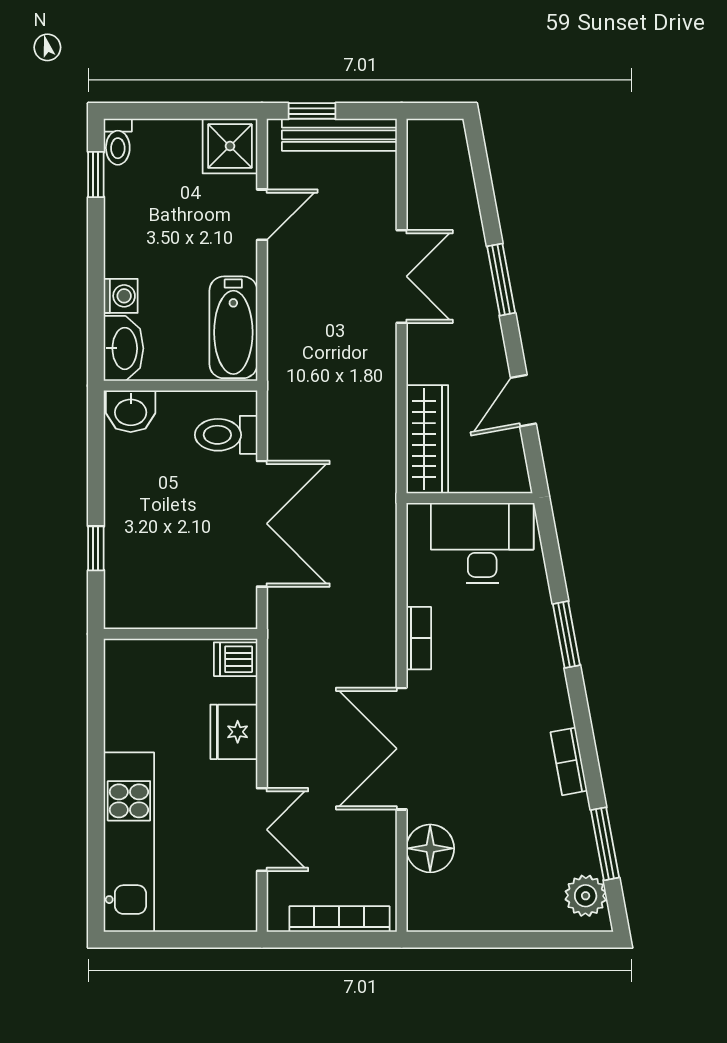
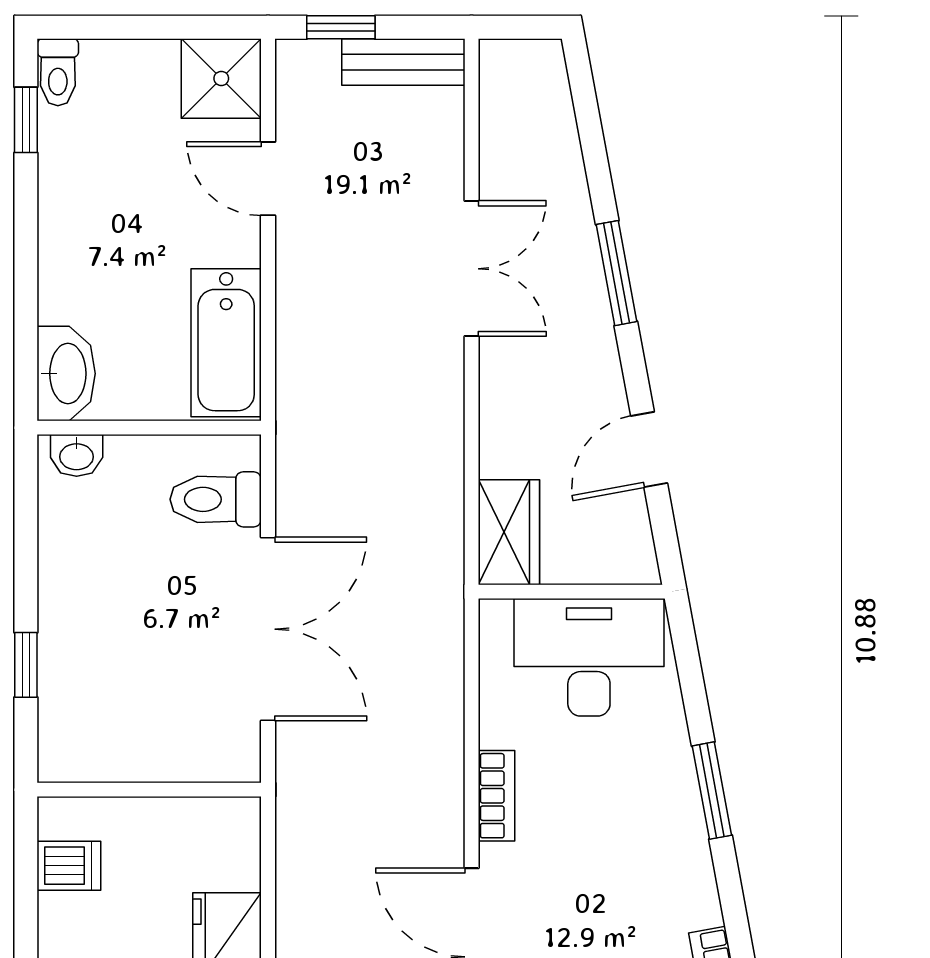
bench: (339, 135) -> (403, 62), width x0.73
door: (262, 215) -> (268, 179), swing flipped
washing machine: (121, 296) -> (62, 297), removed
washbasin: (131, 411) -> (77, 455), width x0.72, depth x0.69
wardrobe: (427, 439) -> (509, 532), width x0.67
dishwasher: (236, 659) -> (69, 866), moved, turned 180

